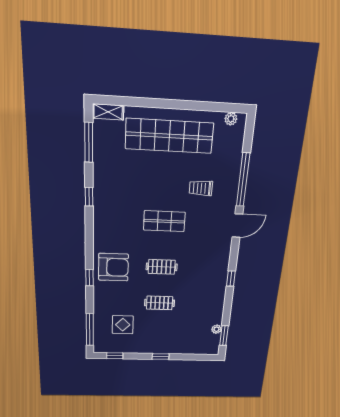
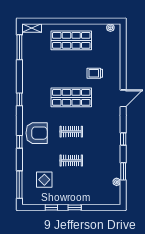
shop shelf: (169, 136) -> (71, 40), width x0.71
window: (243, 180) -> (123, 66), removed
window: (89, 197) -> (19, 99), moved
shop shelf: (164, 221) -> (71, 97), width x1.43, depth x1.36
window: (224, 336) -> (123, 171), moved
window: (115, 356) -> (51, 207), moved

